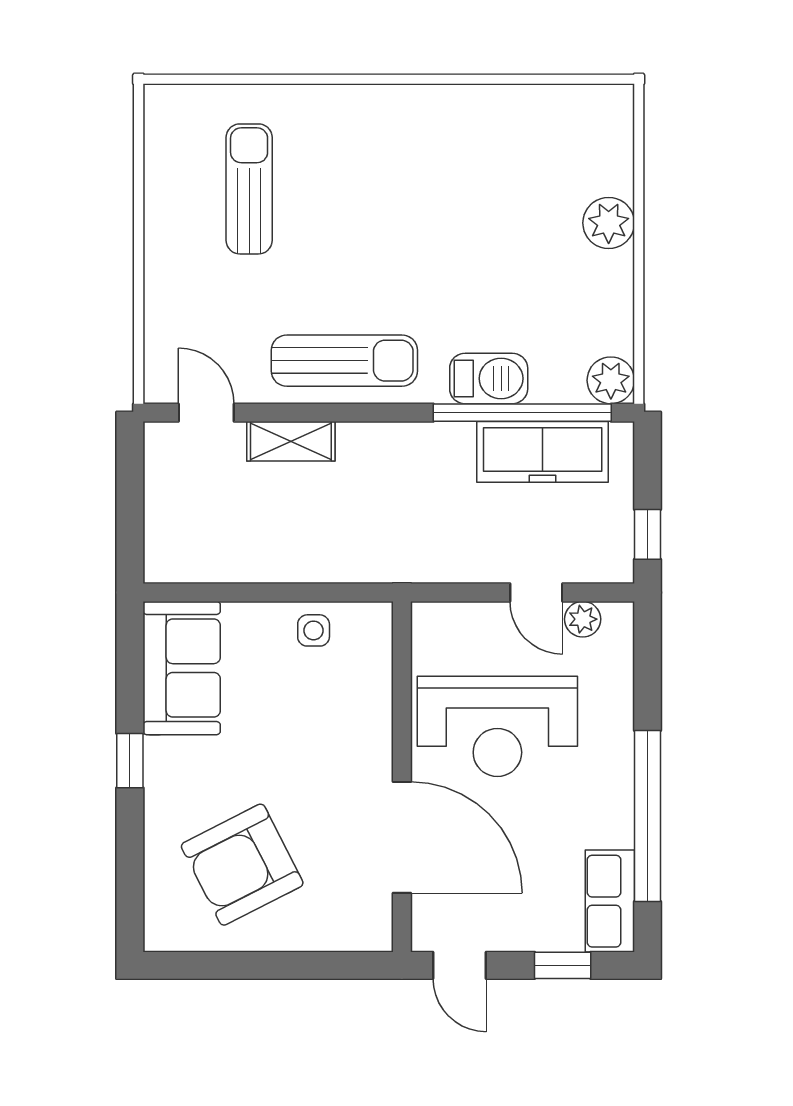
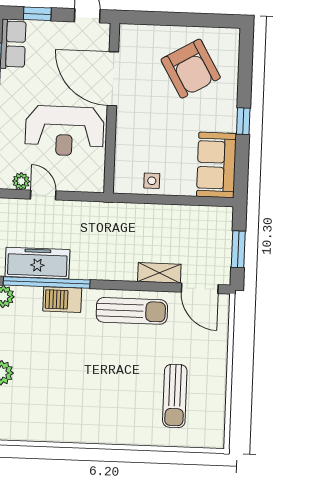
sun lounger: (344, 361) -> (132, 311), turned 180
door: (206, 413) -> (200, 288), width x1.37
window: (130, 496) -> (238, 249), added
reception desk: (497, 726) -> (64, 131), turned 180
armchair: (242, 865) -> (191, 69), turned 87

